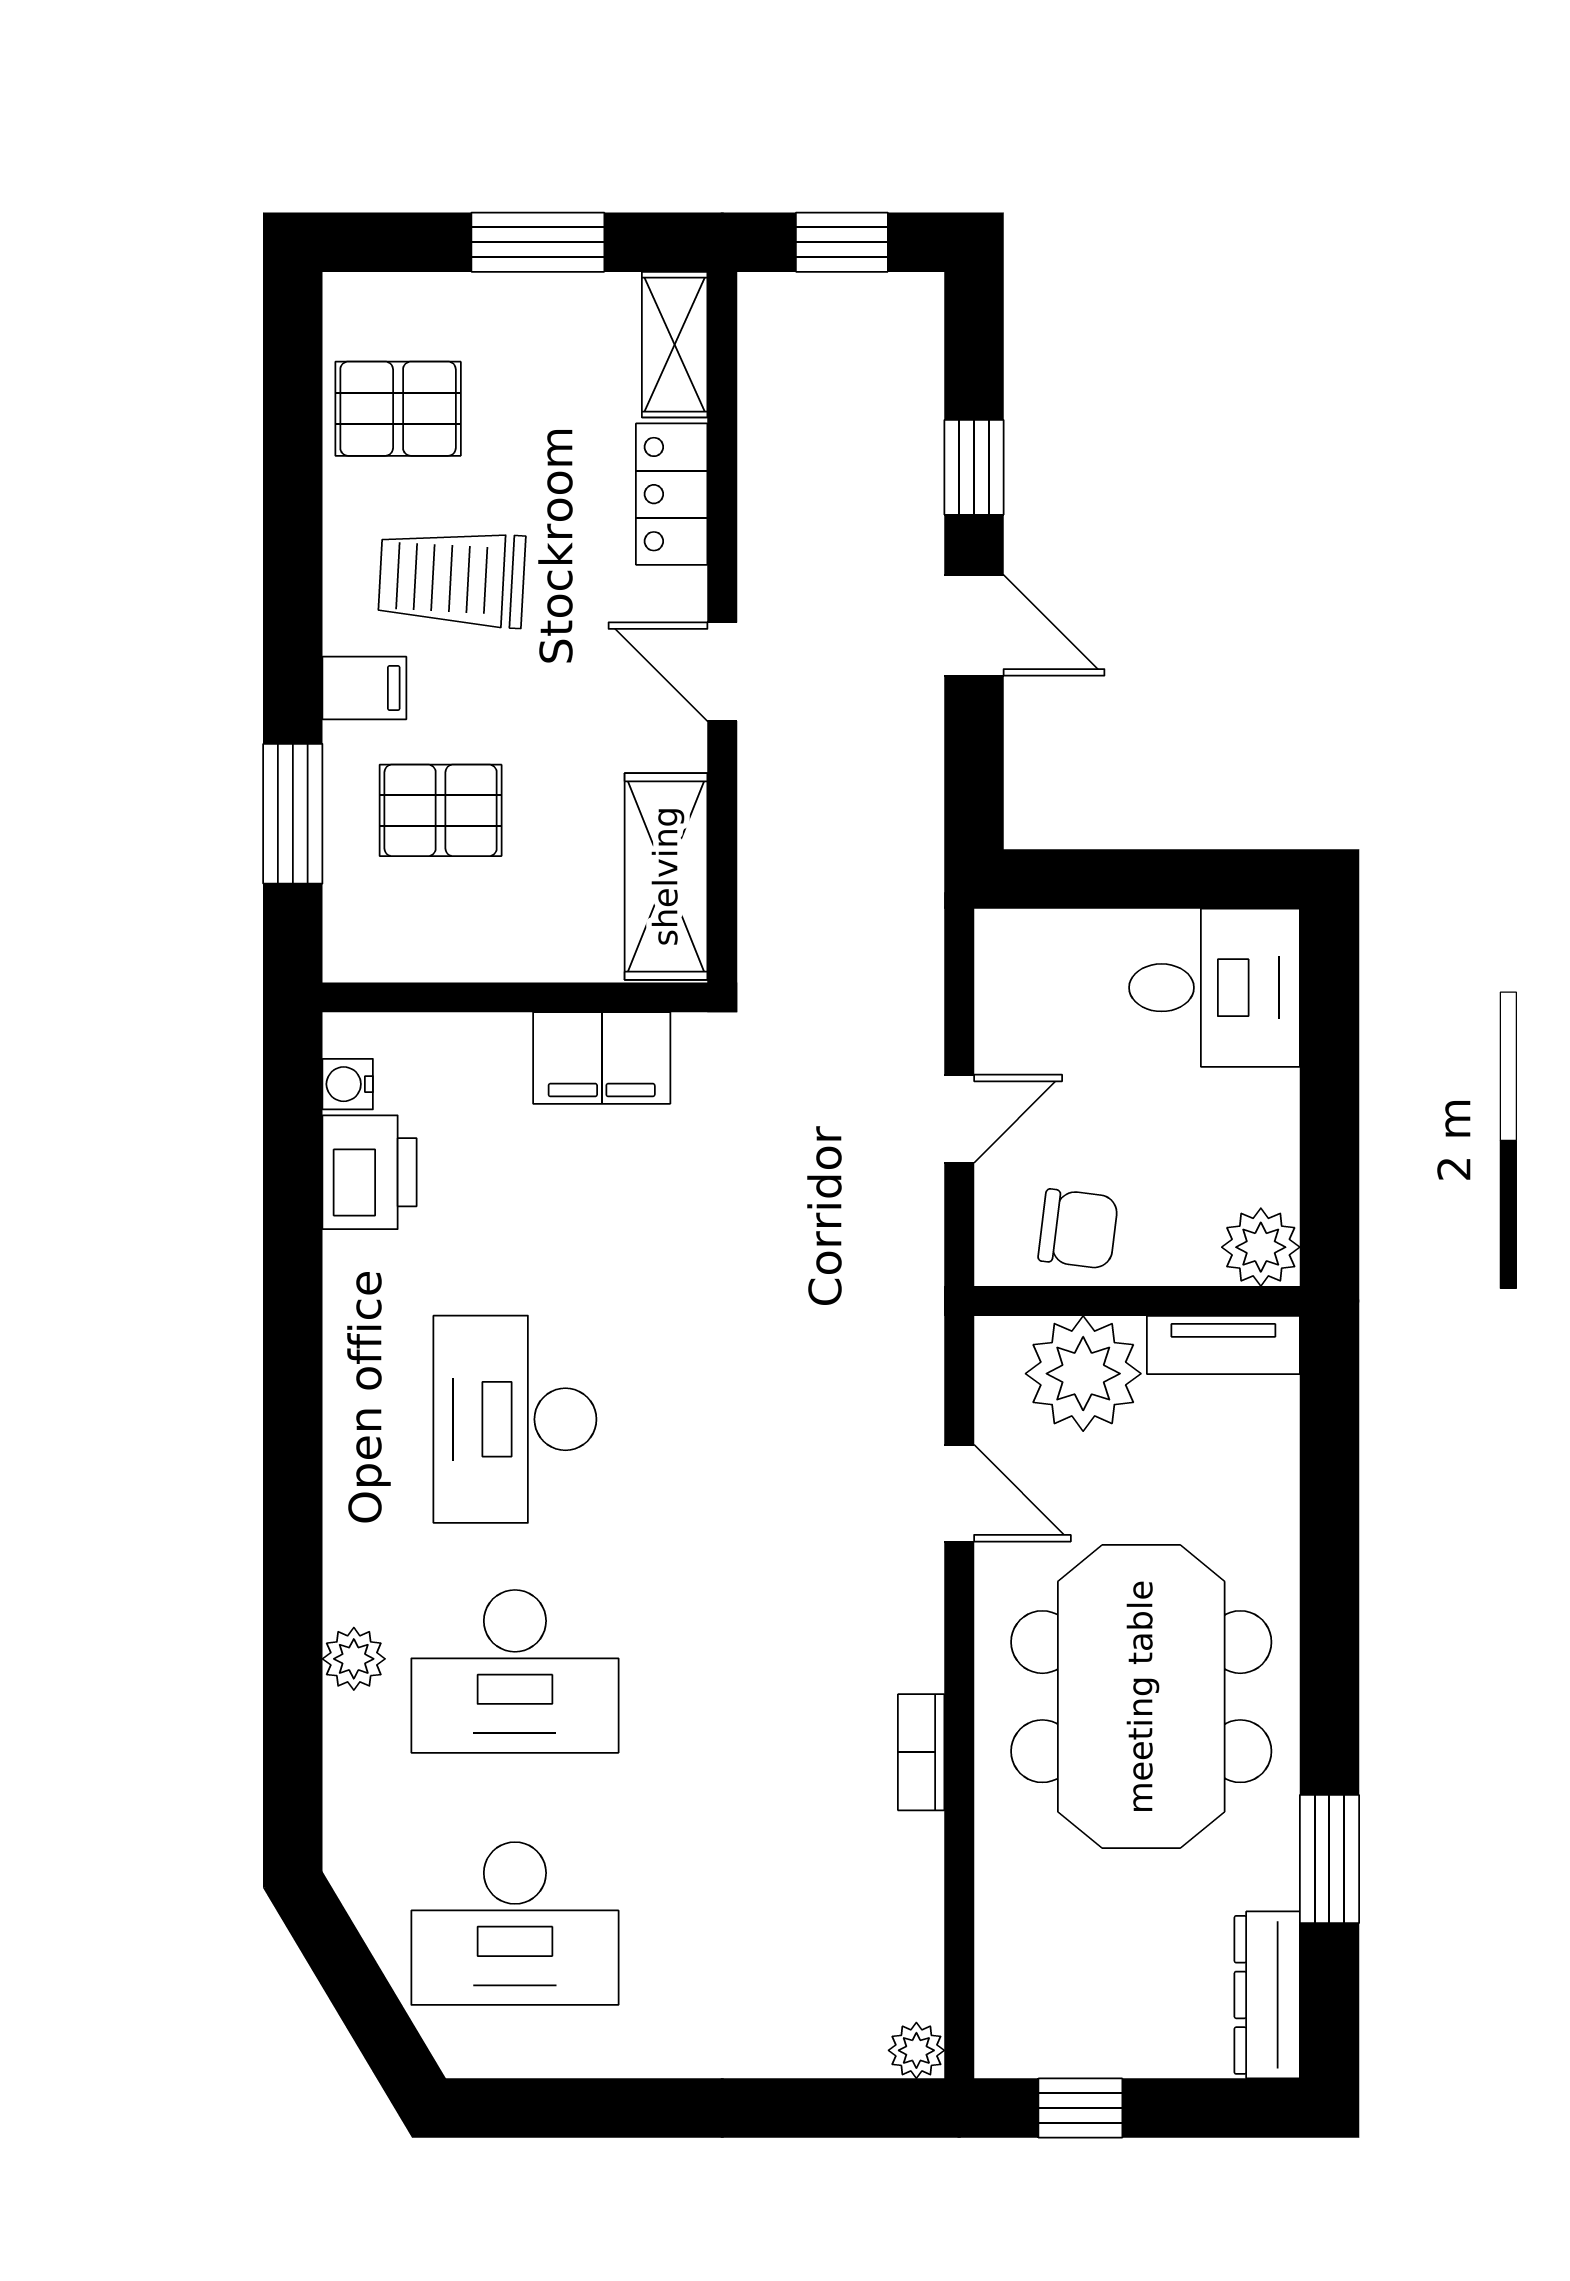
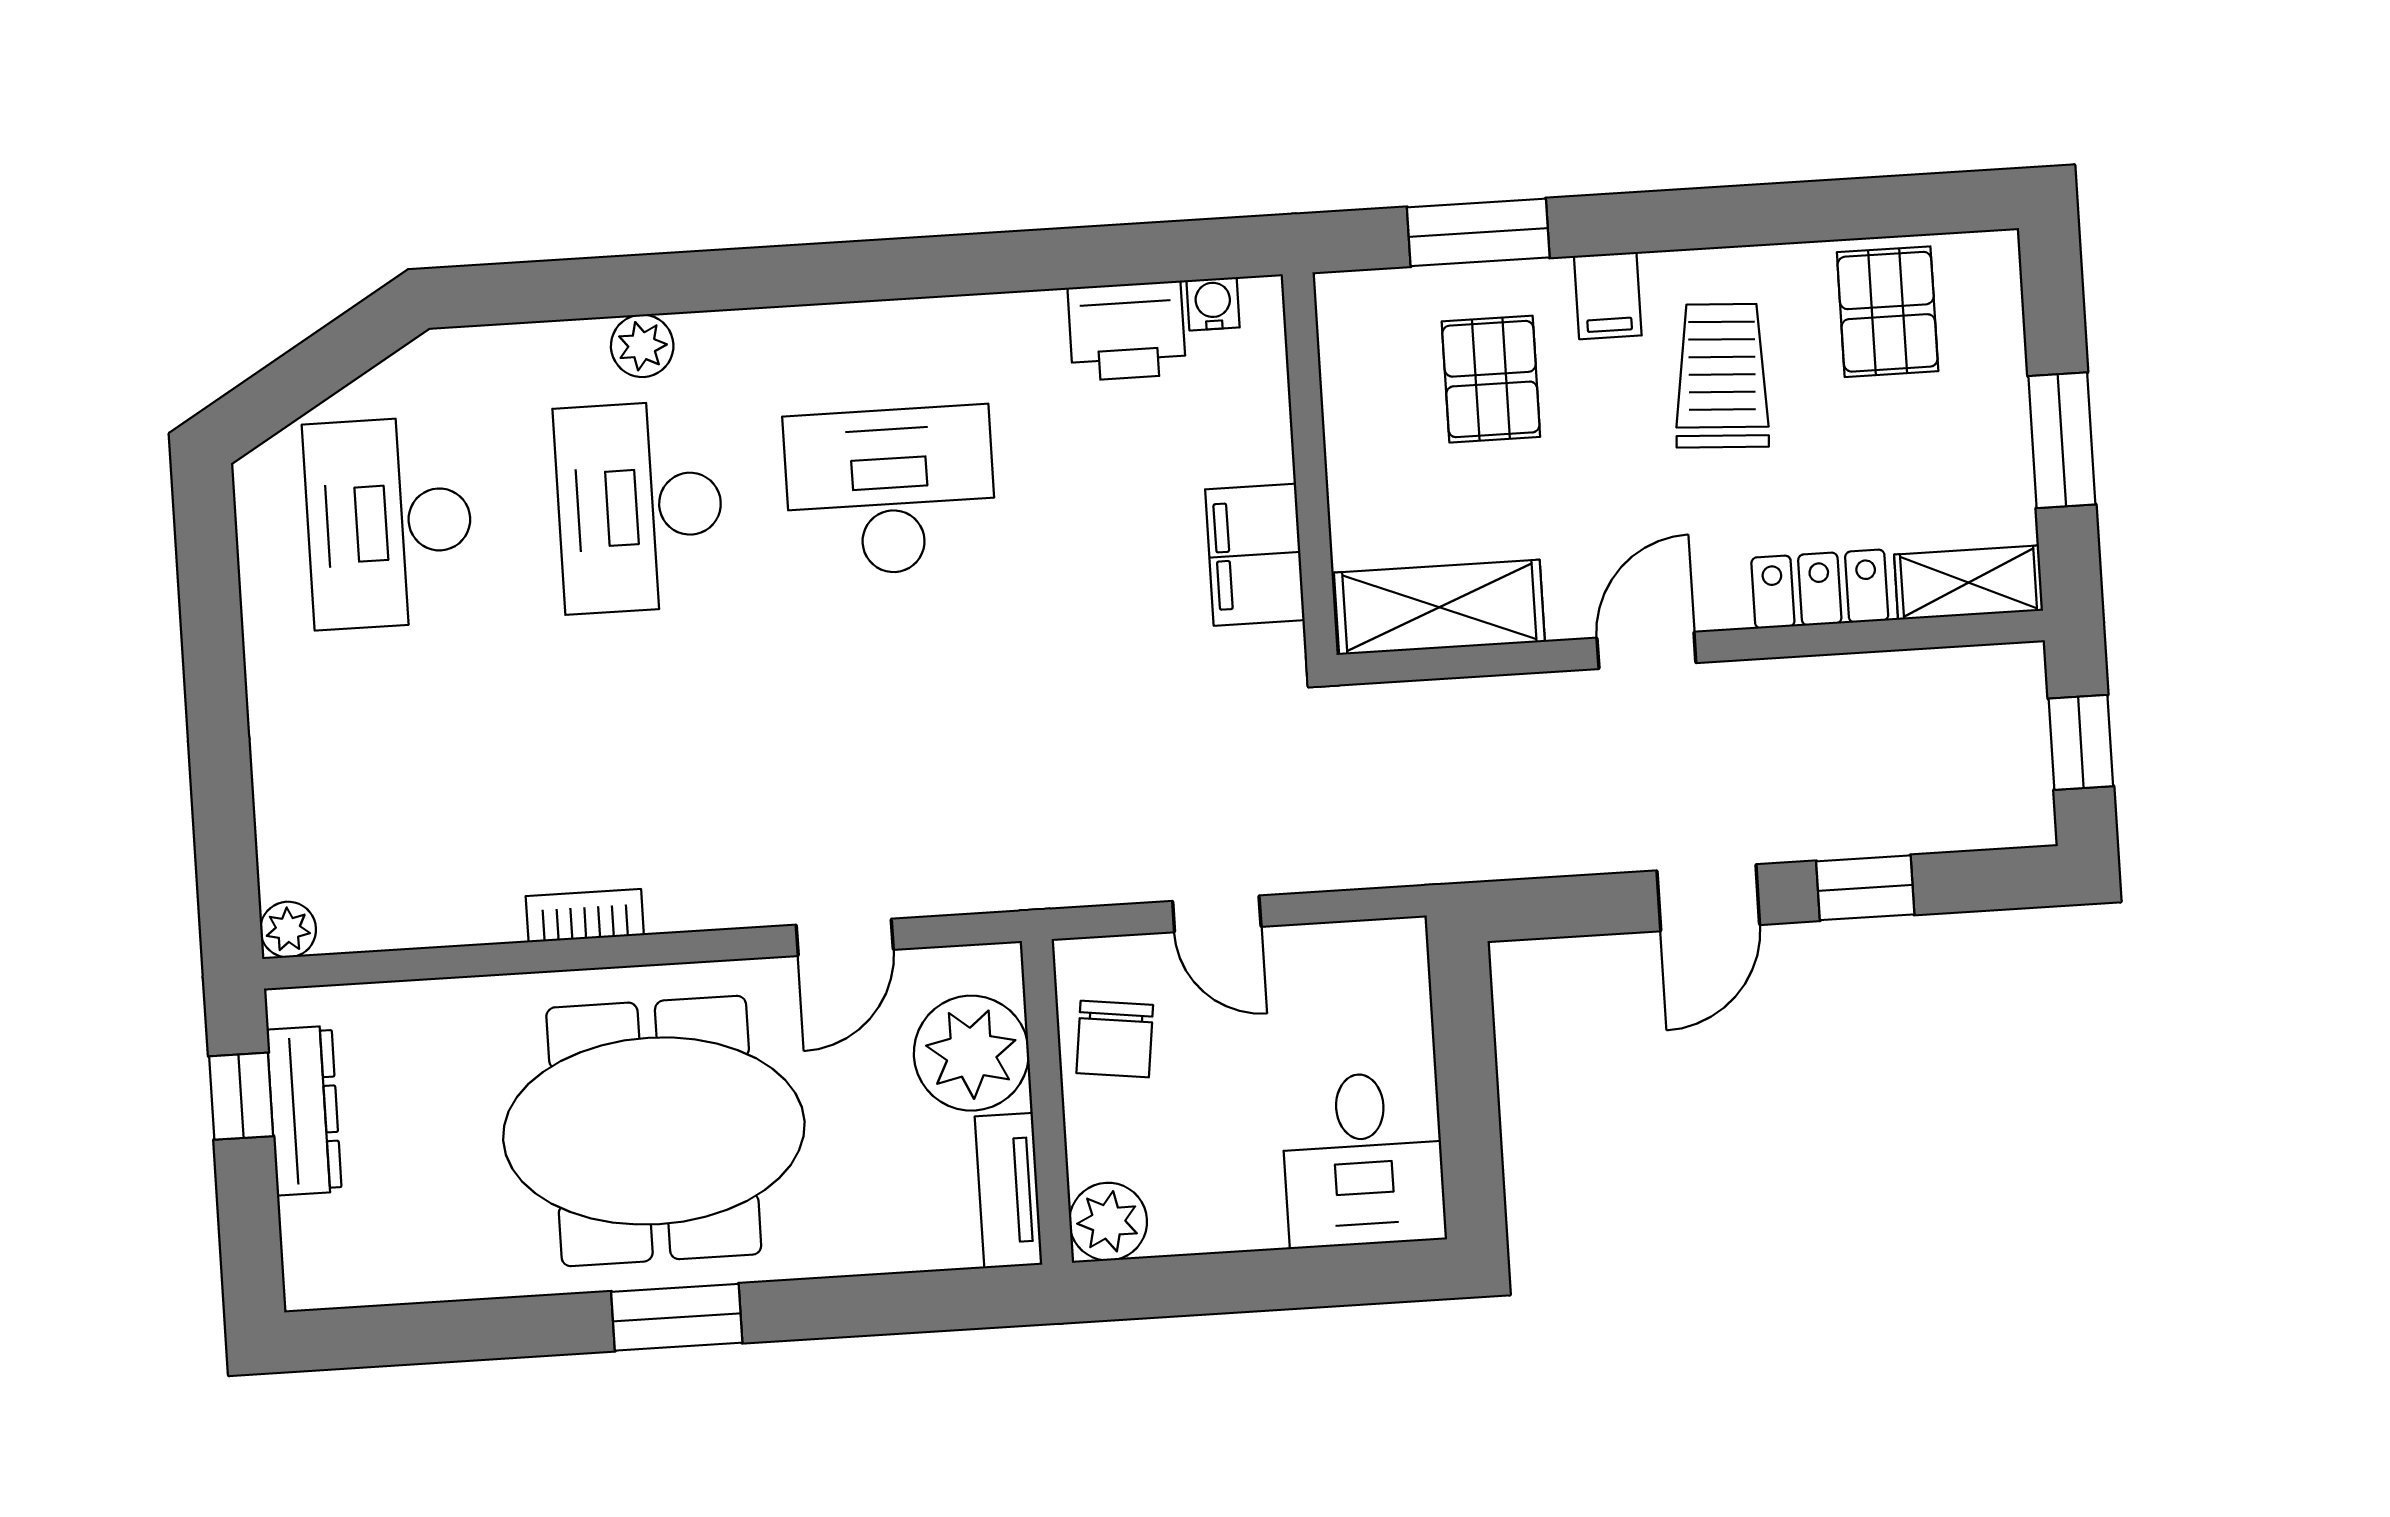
window: (1329, 1859) -> (677, 1317), moved
dresser: (1267, 1995) -> (304, 1111), moved, turned 90

